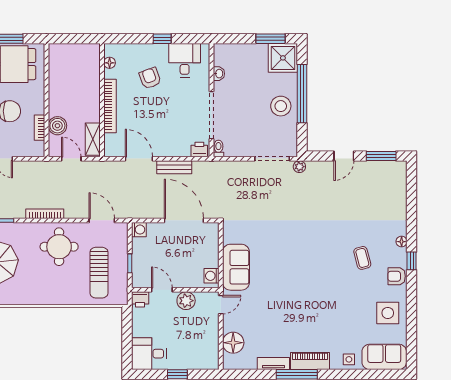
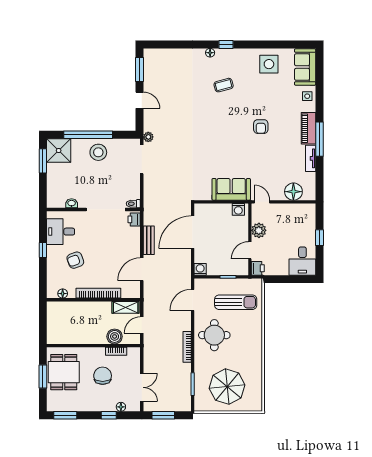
armchair: (397, 276) -> (261, 127), moved

